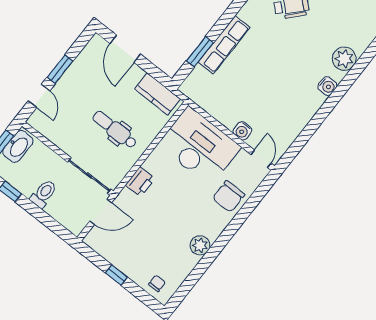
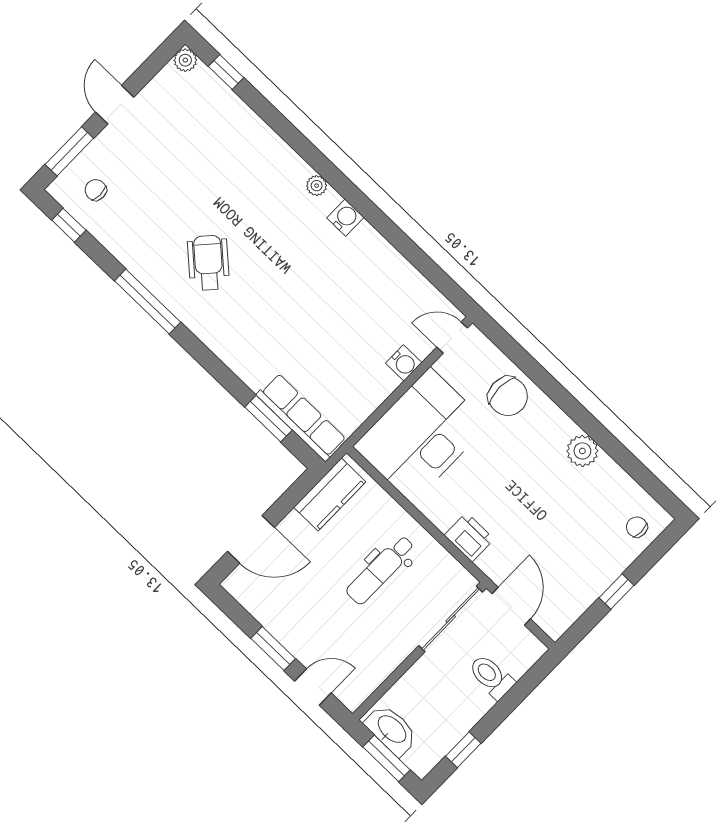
row of seats: (224, 45) -> (301, 417), moved
plant: (344, 59) -> (317, 186), width x0.53, depth x0.53
toilet: (44, 194) -> (491, 677), moved

